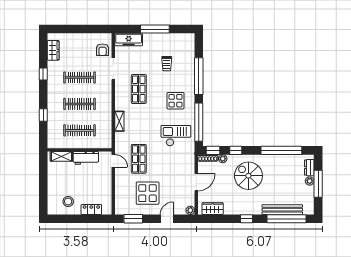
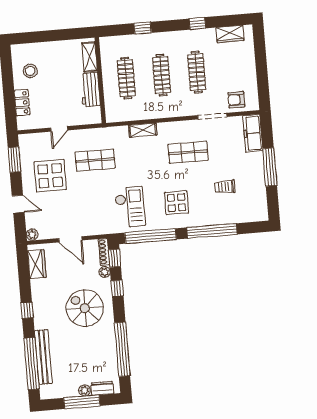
door: (113, 161) -> (59, 129), moved
spiral stairs: (248, 176) -> (85, 308), turned -90

